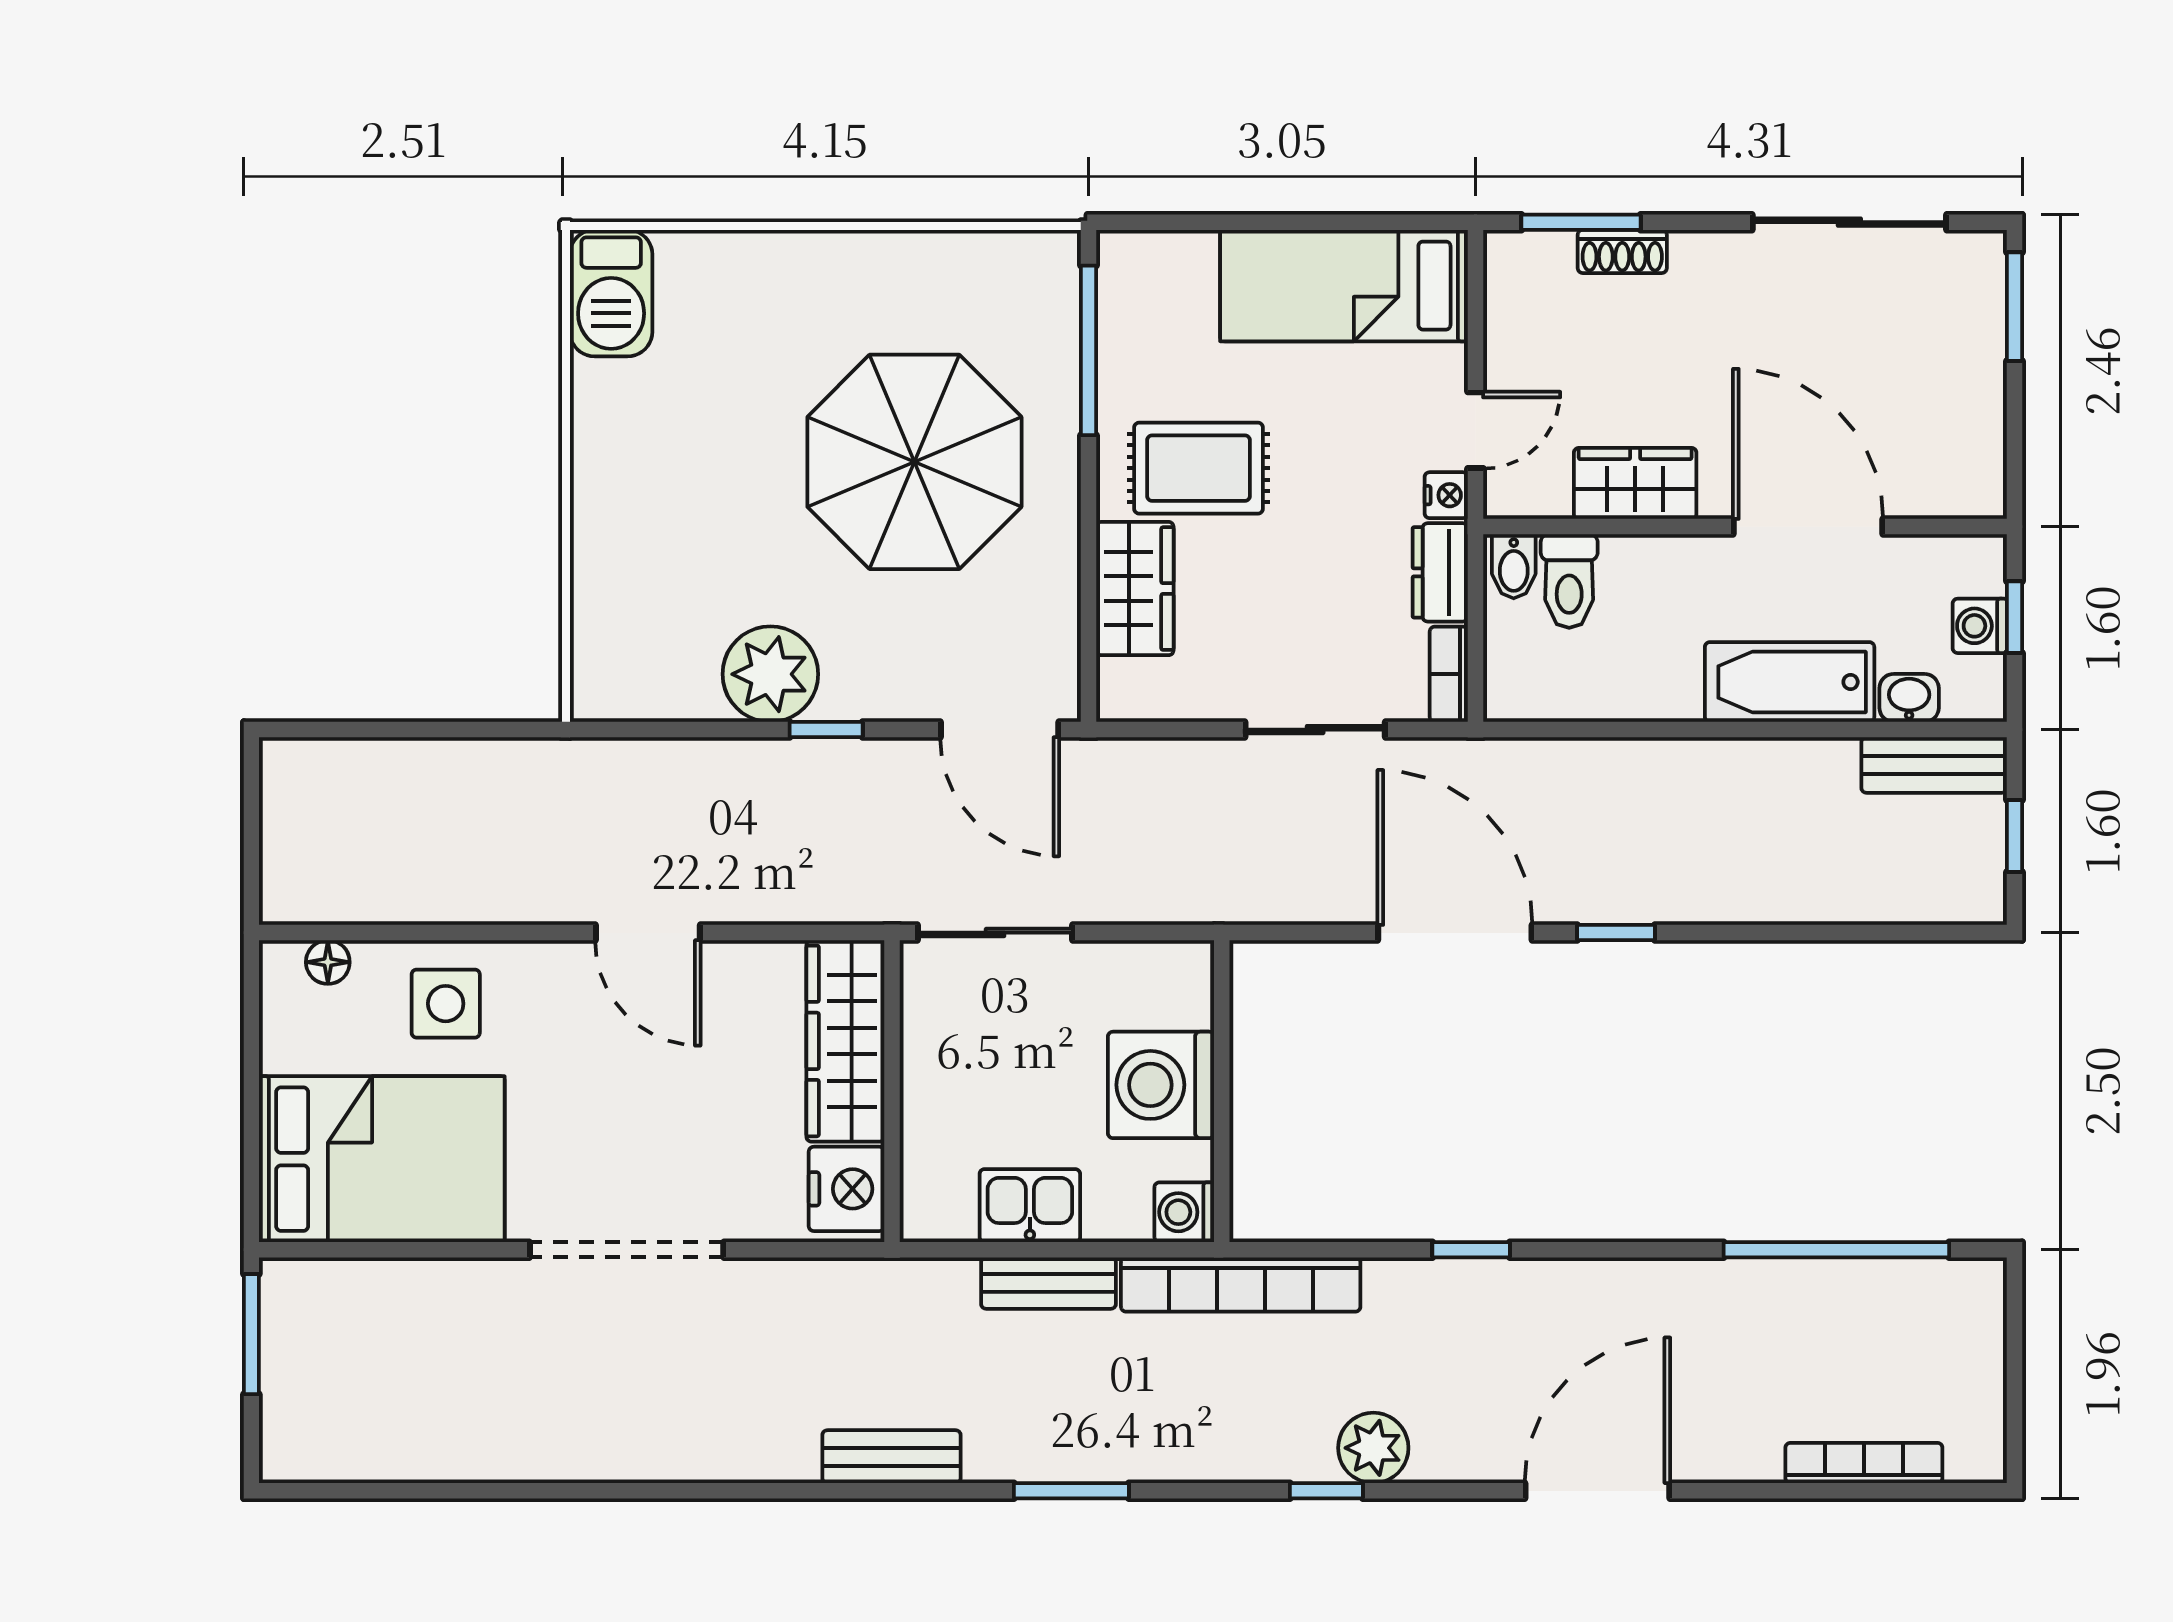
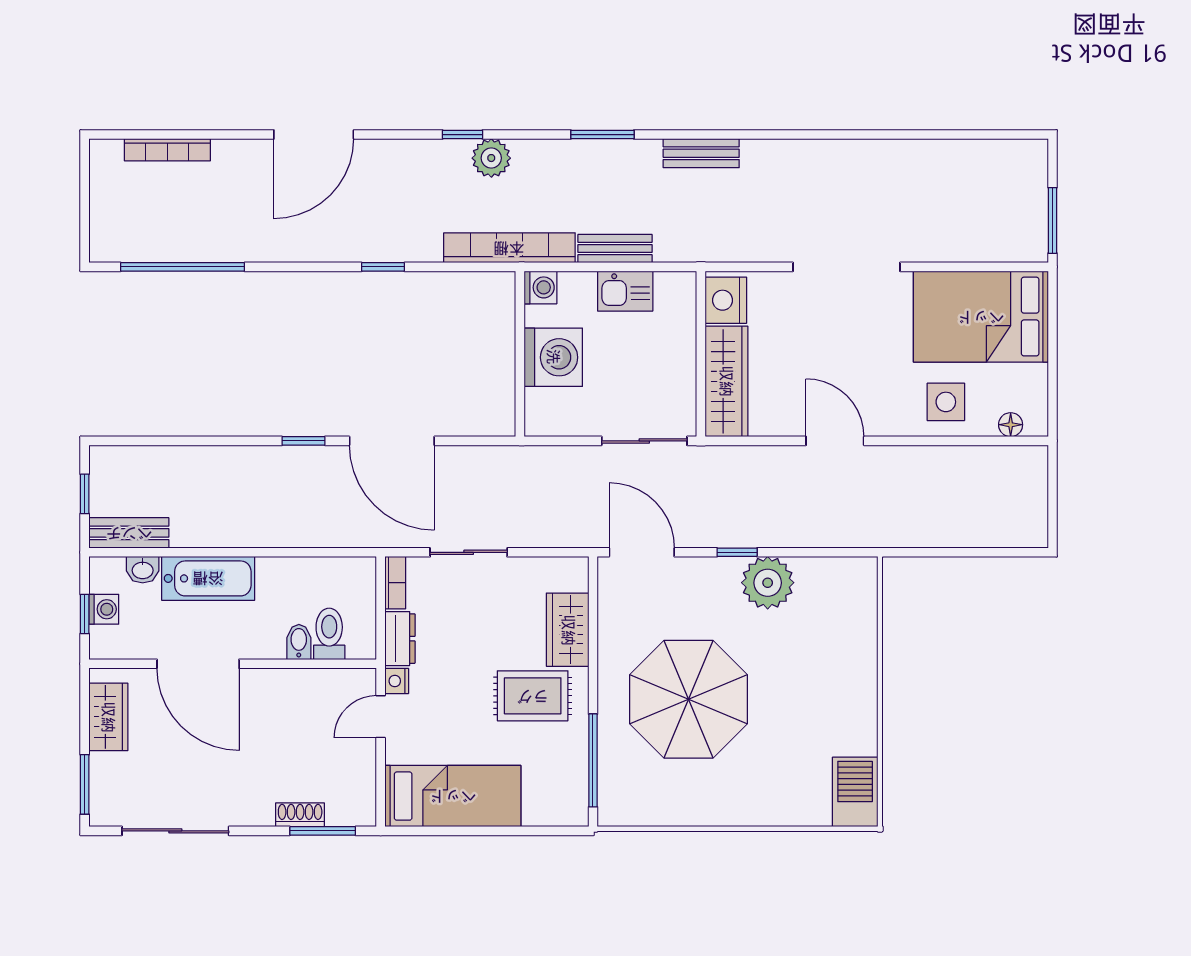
wardrobe: (1635, 483) -> (108, 717), moved, turned -90
bidet: (1514, 566) -> (299, 642), moved
plant: (1373, 1448) -> (491, 158), moved

